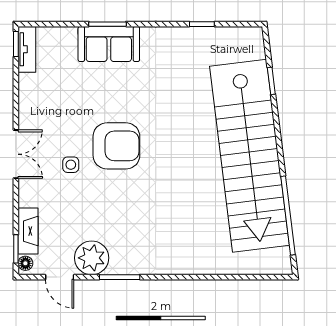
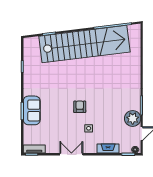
armchair: (116, 146) -> (80, 107), width x0.53, depth x0.53
double door: (16, 154) -> (71, 154), moved
fireplace: (28, 231) -> (108, 149), moved

